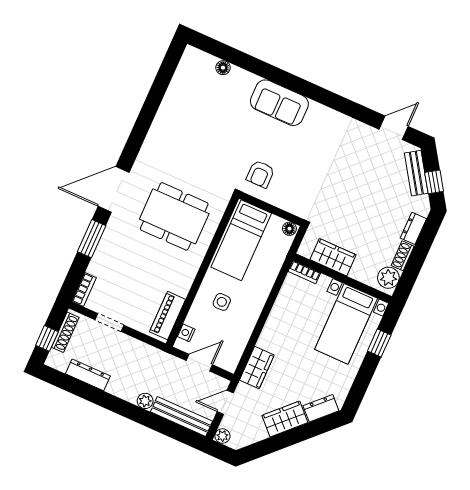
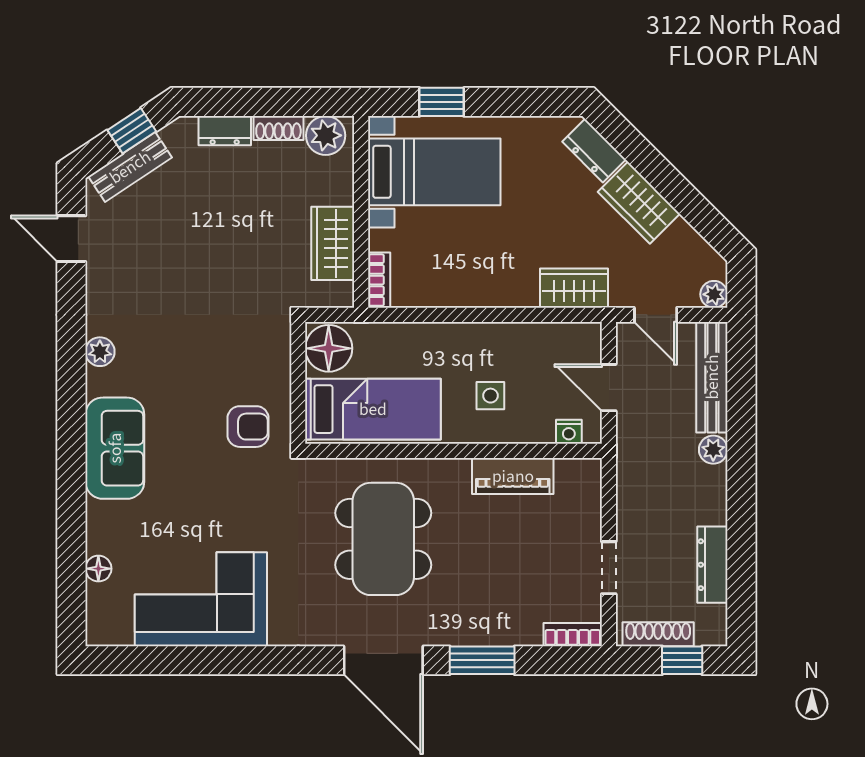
corner sofa: (185, 112) -> (201, 599), added
plant: (331, 117) -> (100, 352), added
floor lamp: (289, 229) -> (329, 348), width x1.89, depth x1.89
piano: (168, 316) -> (513, 476), moved

